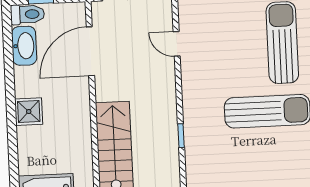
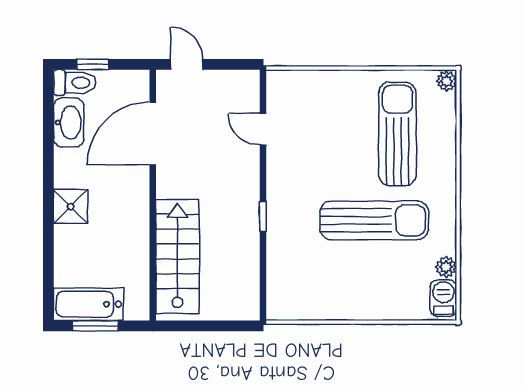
window: (181, 136) -> (263, 216), moved

